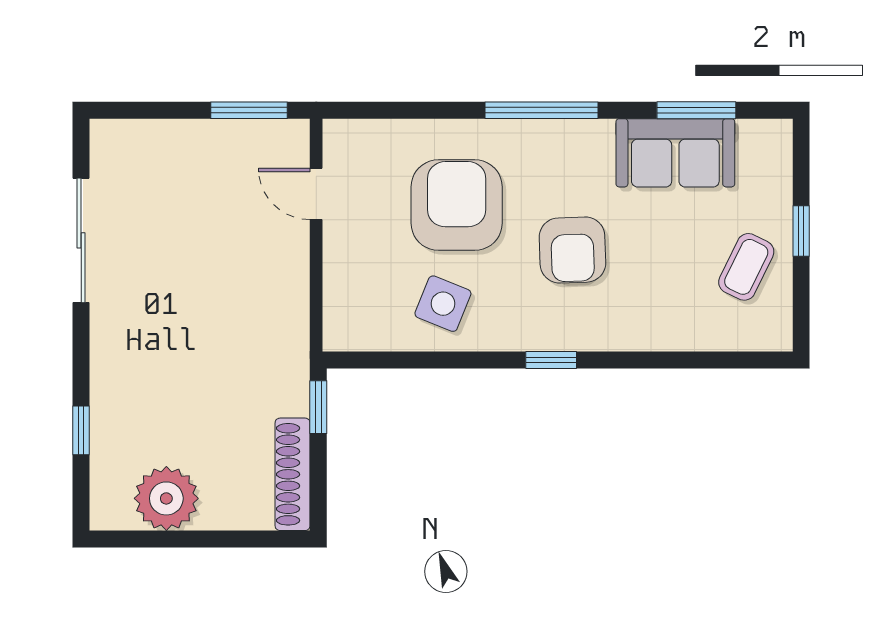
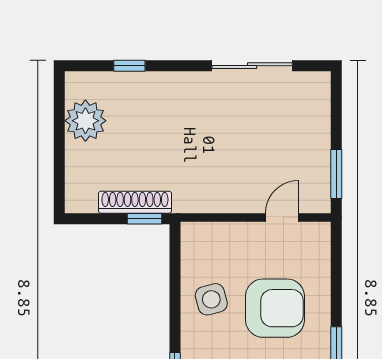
side table: (443, 304) -> (211, 299), turned -37
shoe rack: (293, 474) -> (135, 202), moved

